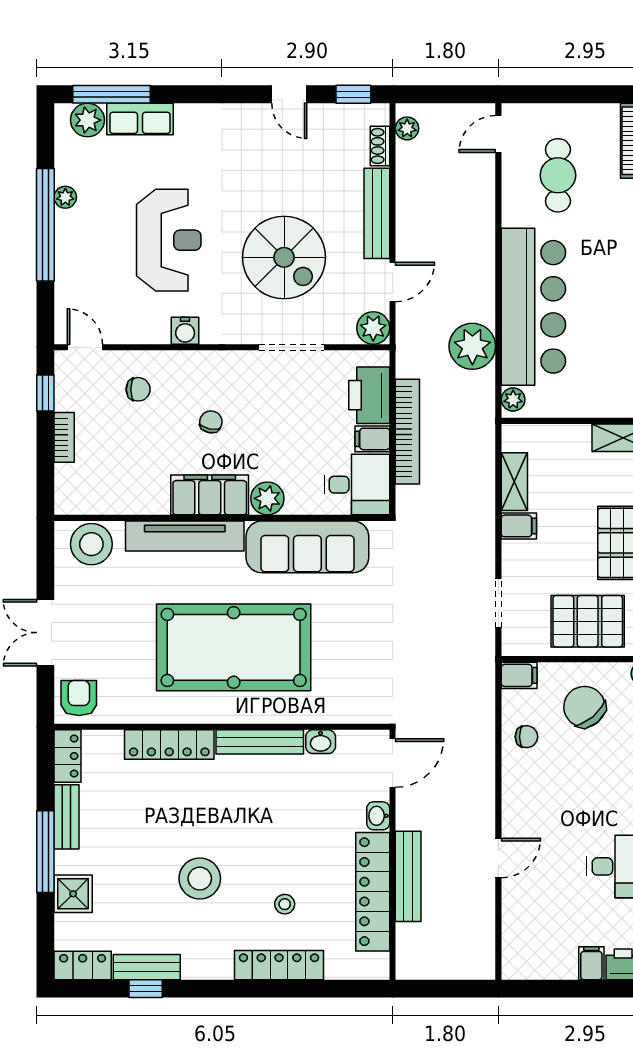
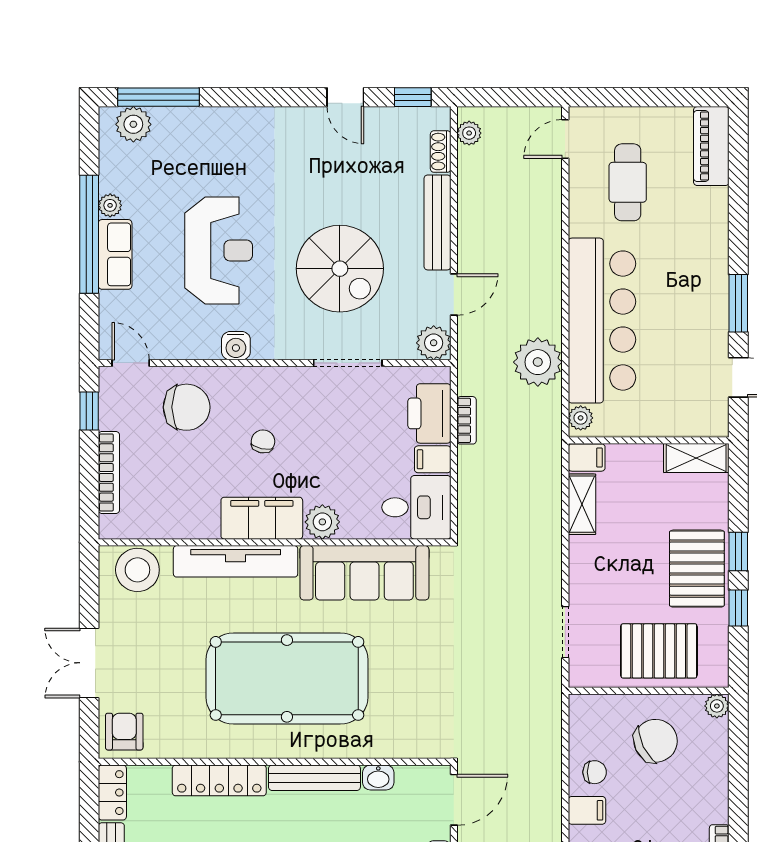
row of seats: (140, 119) -> (115, 254), moved, turned -90
chair: (138, 389) -> (187, 407), width x1.87, depth x1.87
bookcase: (407, 432) -> (467, 420), width x0.43, depth x0.76
bookcase: (64, 437) -> (109, 472), width x1.56
filing cabinet: (519, 526) -> (587, 458), moved
filing cabinet: (519, 675) -> (587, 810), moved
chair: (584, 707) -> (656, 741), turned 104

